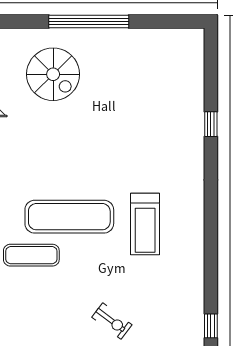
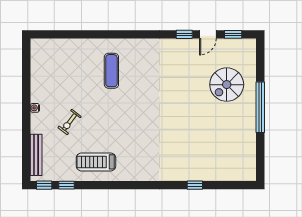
exercise mat: (69, 217) -> (136, 95), removed
treadmill: (145, 224) -> (96, 162), moved

